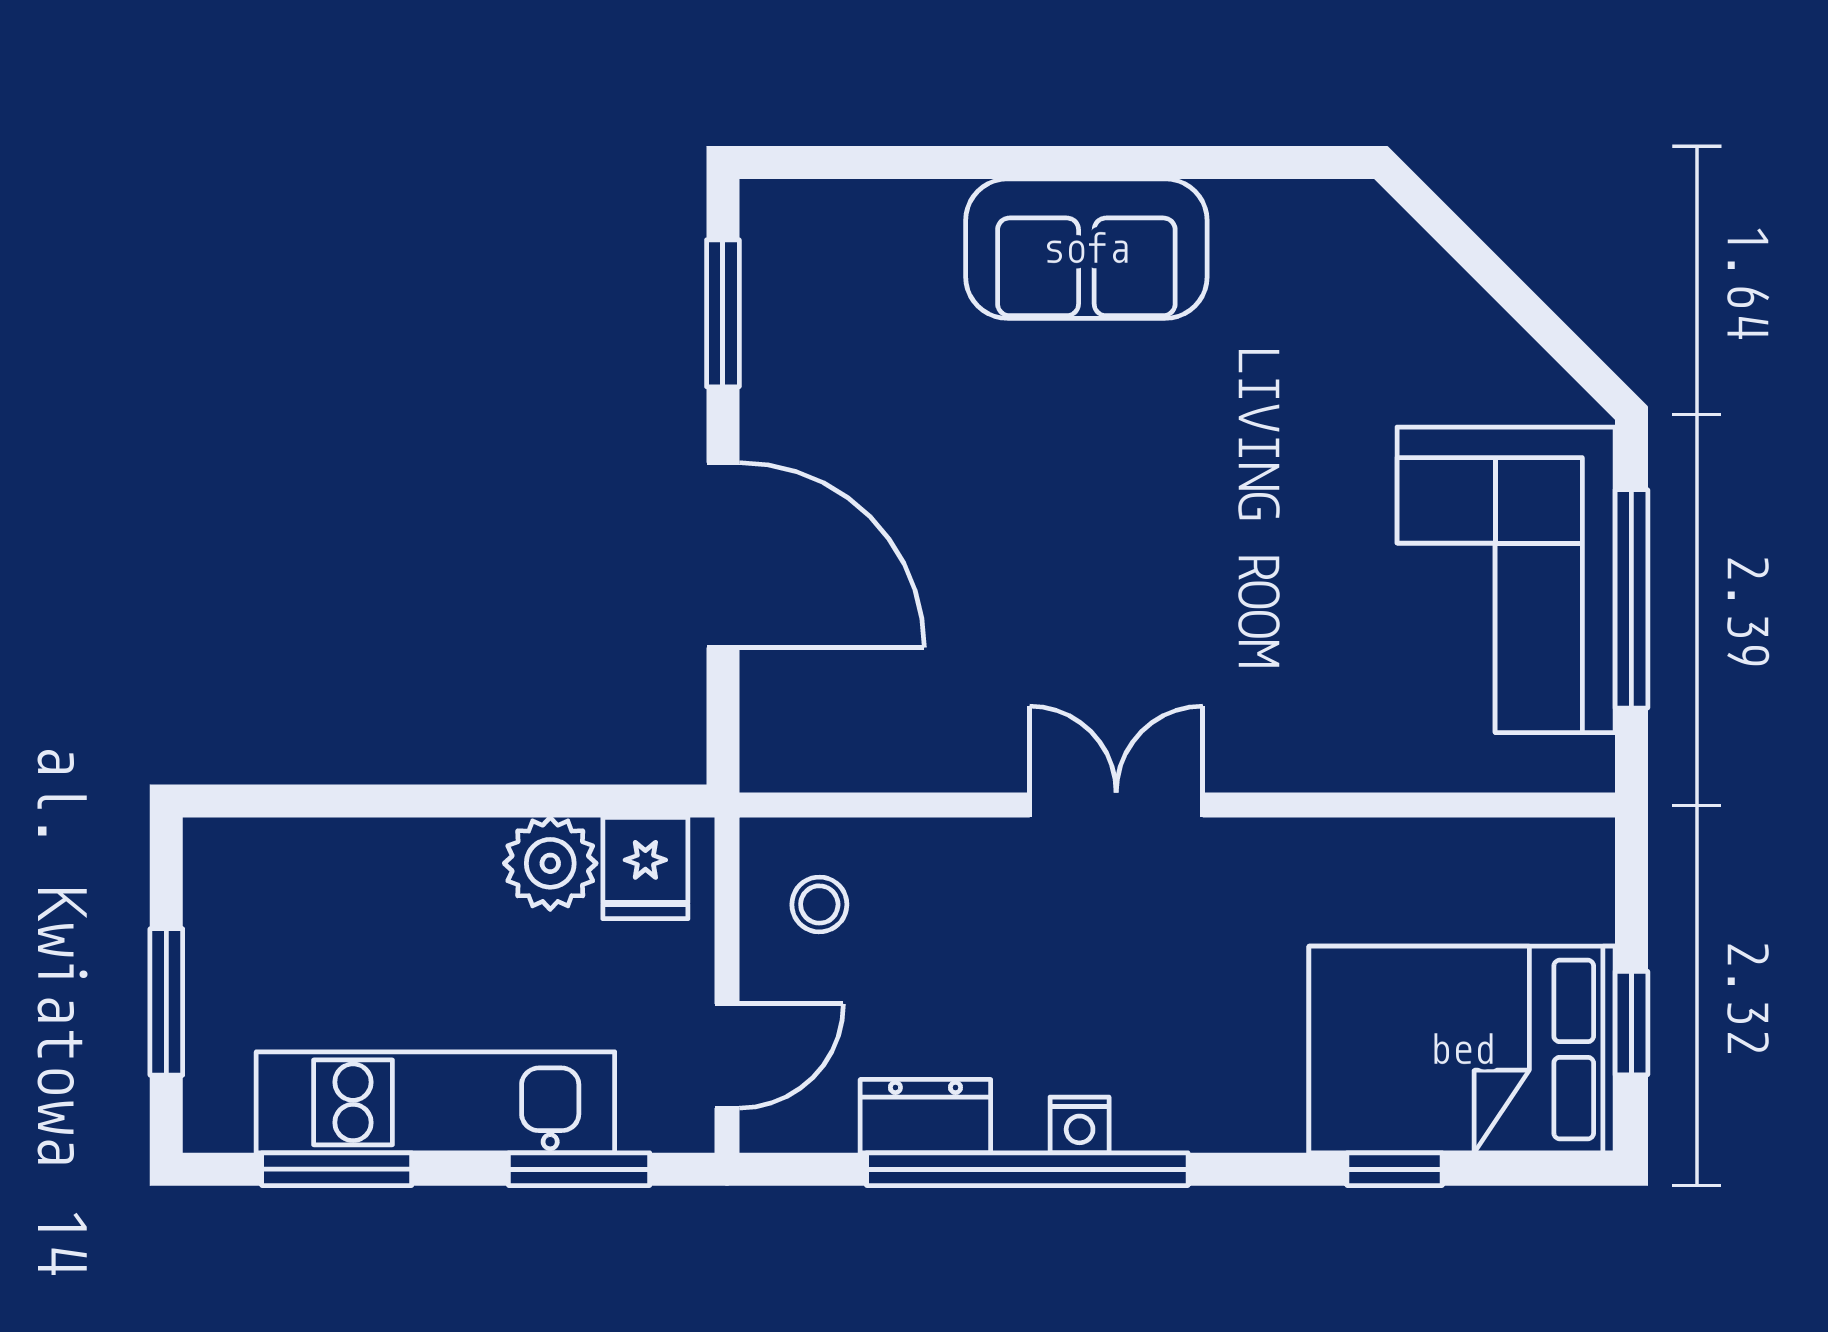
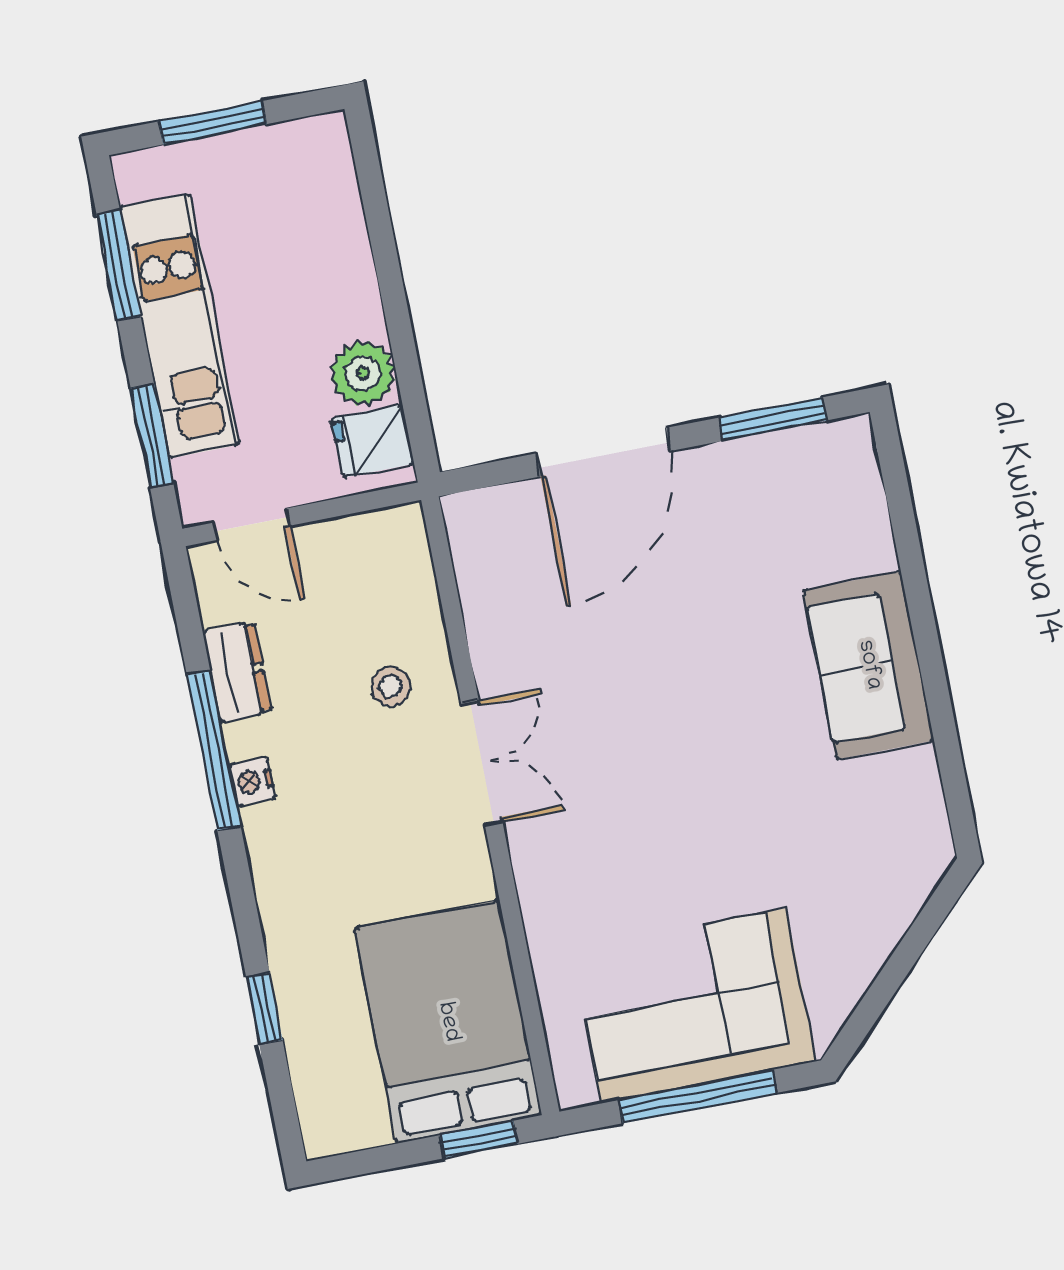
stool: (819, 904) -> (391, 687), moved
window: (1631, 1023) -> (479, 1139), moved
bed: (1462, 1050) -> (448, 1022), moved
window: (1027, 1169) -> (214, 751), width x0.68

